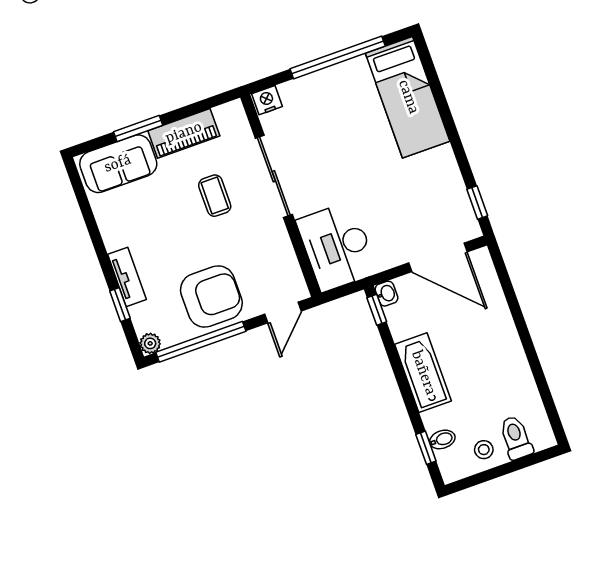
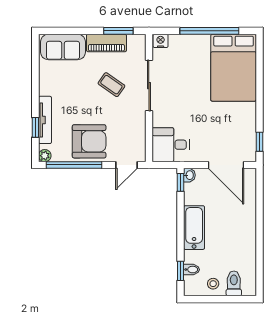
bed: (408, 97) -> (234, 68), width x1.50
window: (138, 129) -> (118, 31), moved
coffee table: (215, 196) -> (111, 85), turned -55
desk: (337, 246) -> (171, 145), width x0.73
tv unit: (127, 277) -> (45, 120), width x1.41

